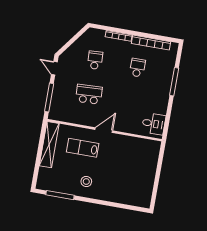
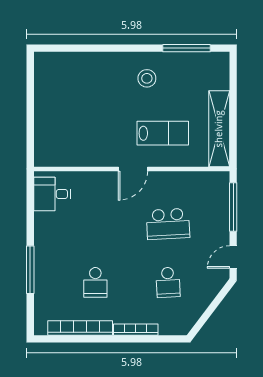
door: (54, 68) -> (233, 257), swing flipped

